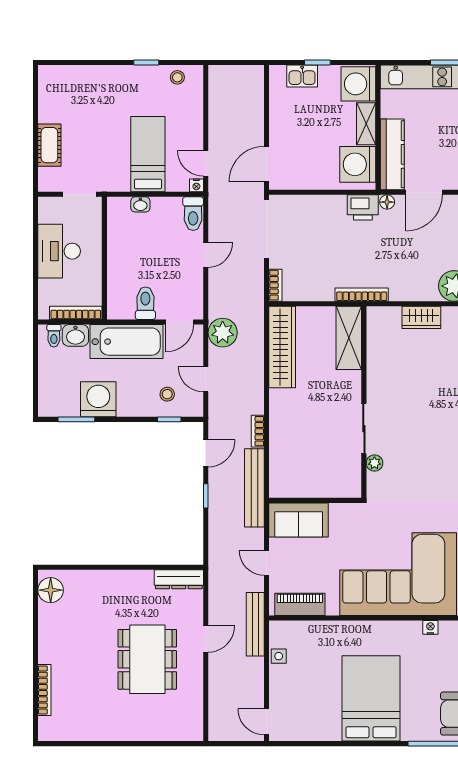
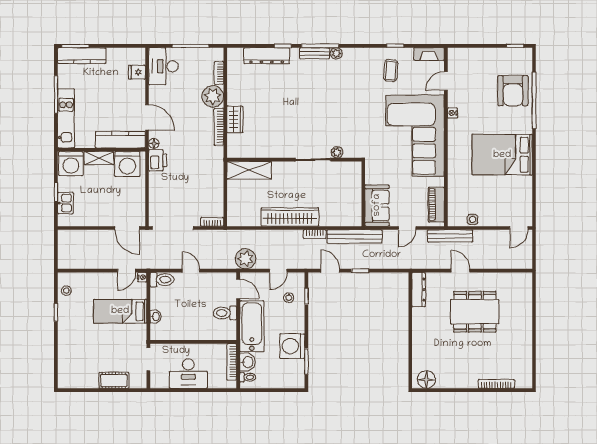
bookcase: (362, 295) -> (219, 127), moved
wardrobe: (282, 347) -> (290, 217), moved

